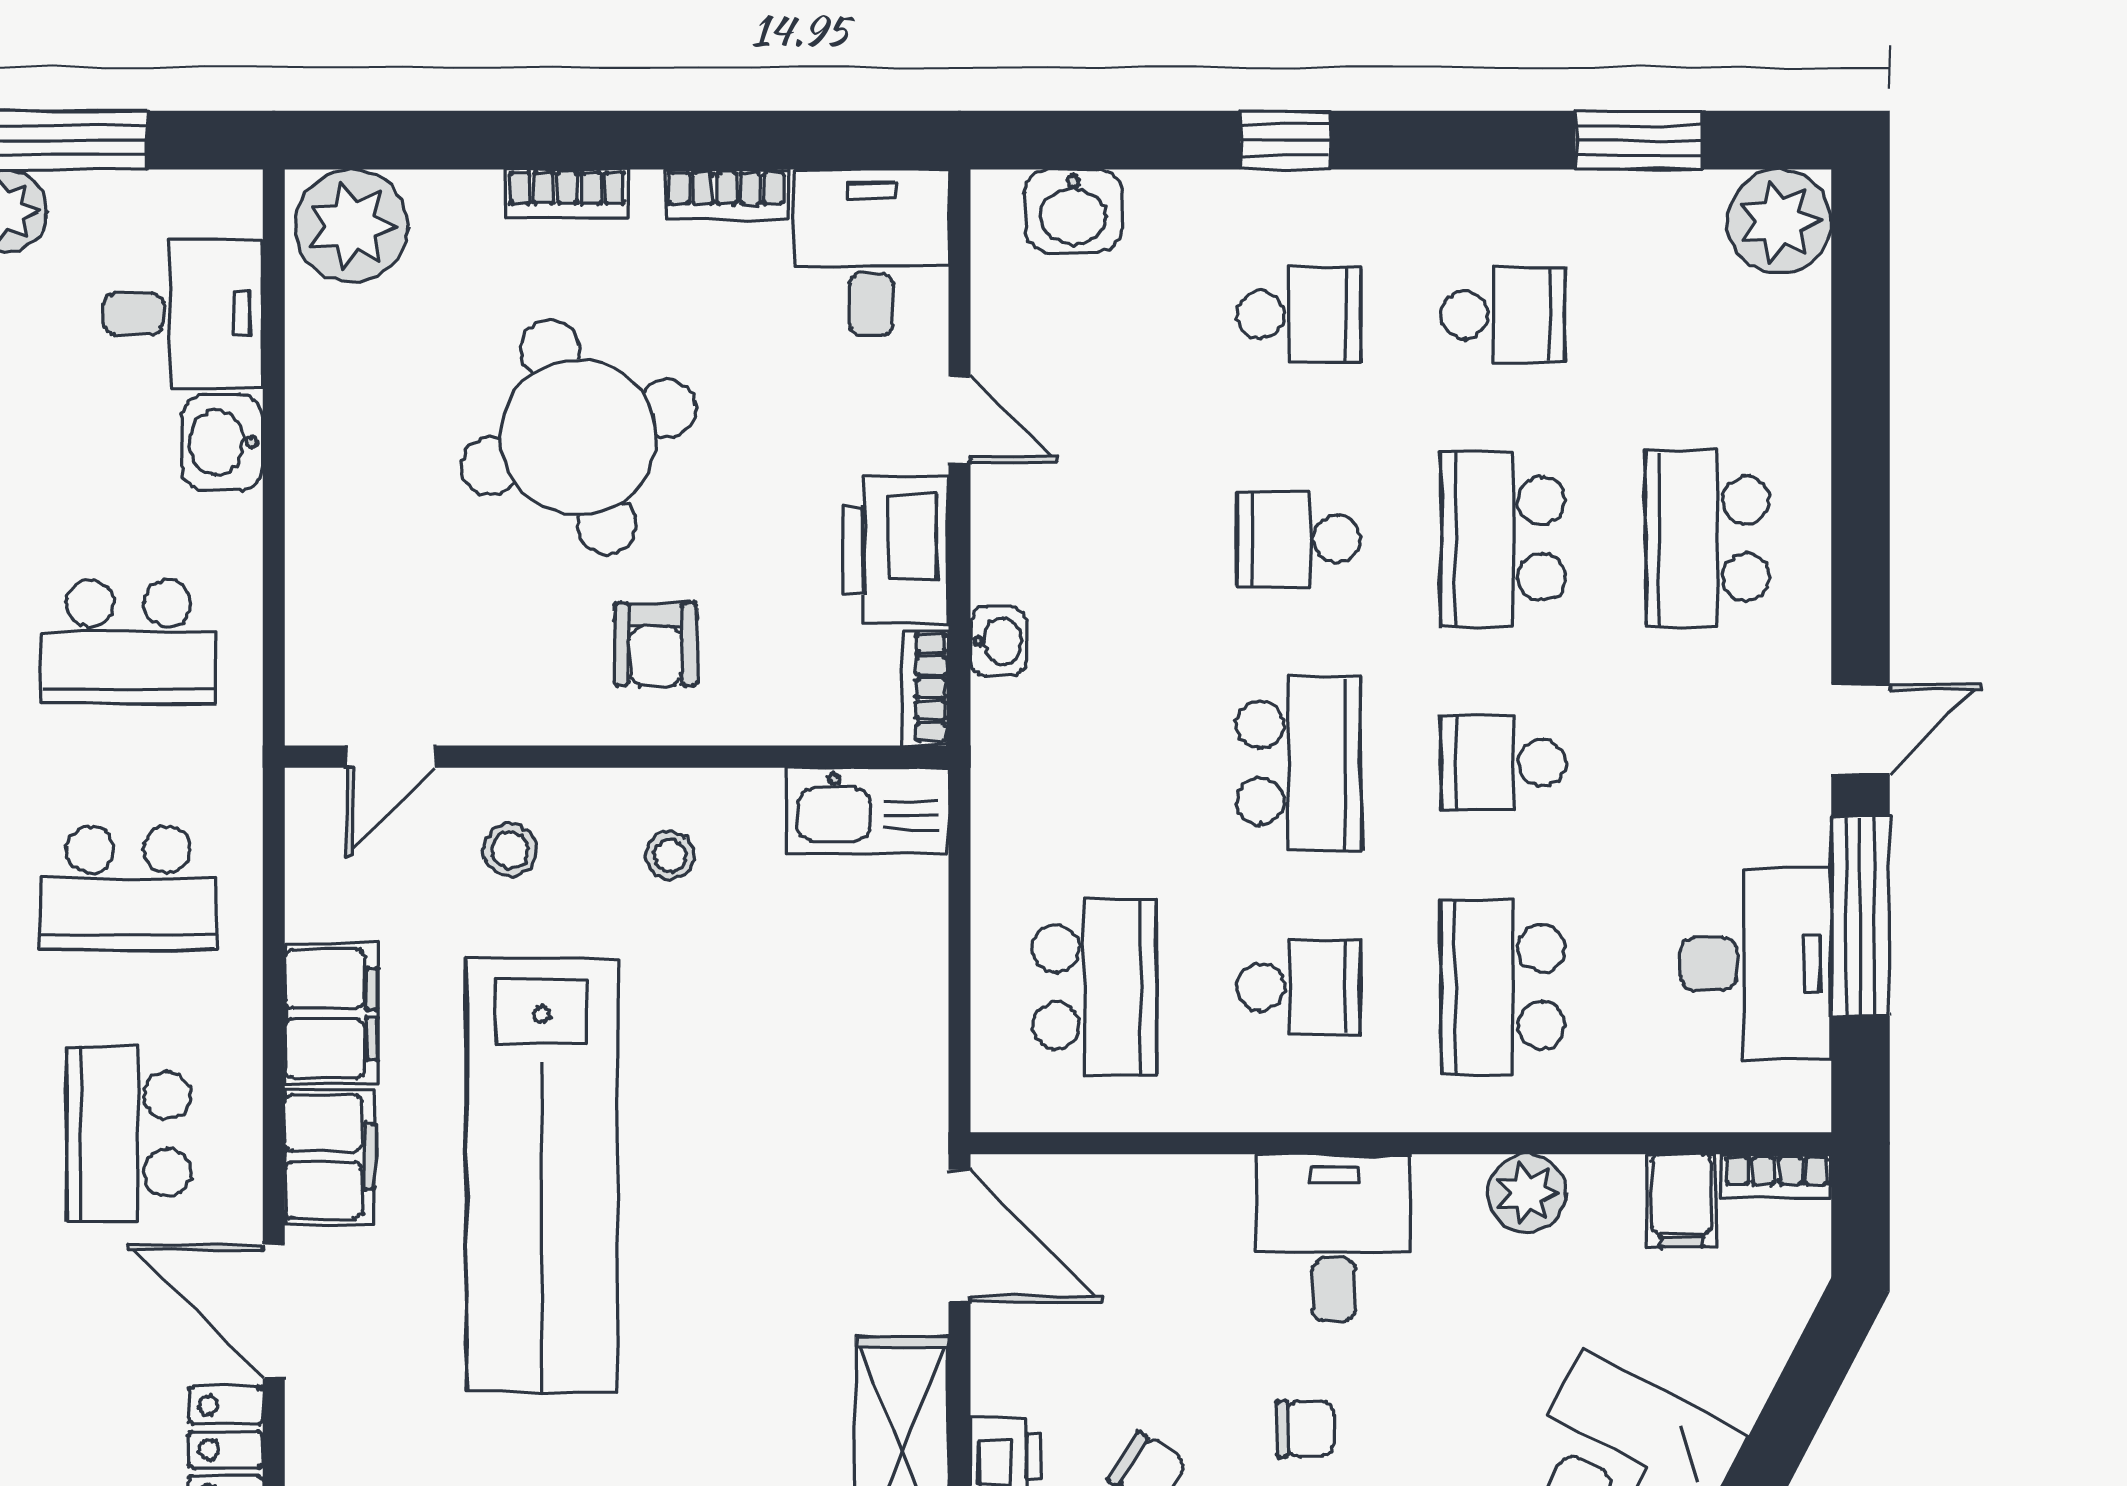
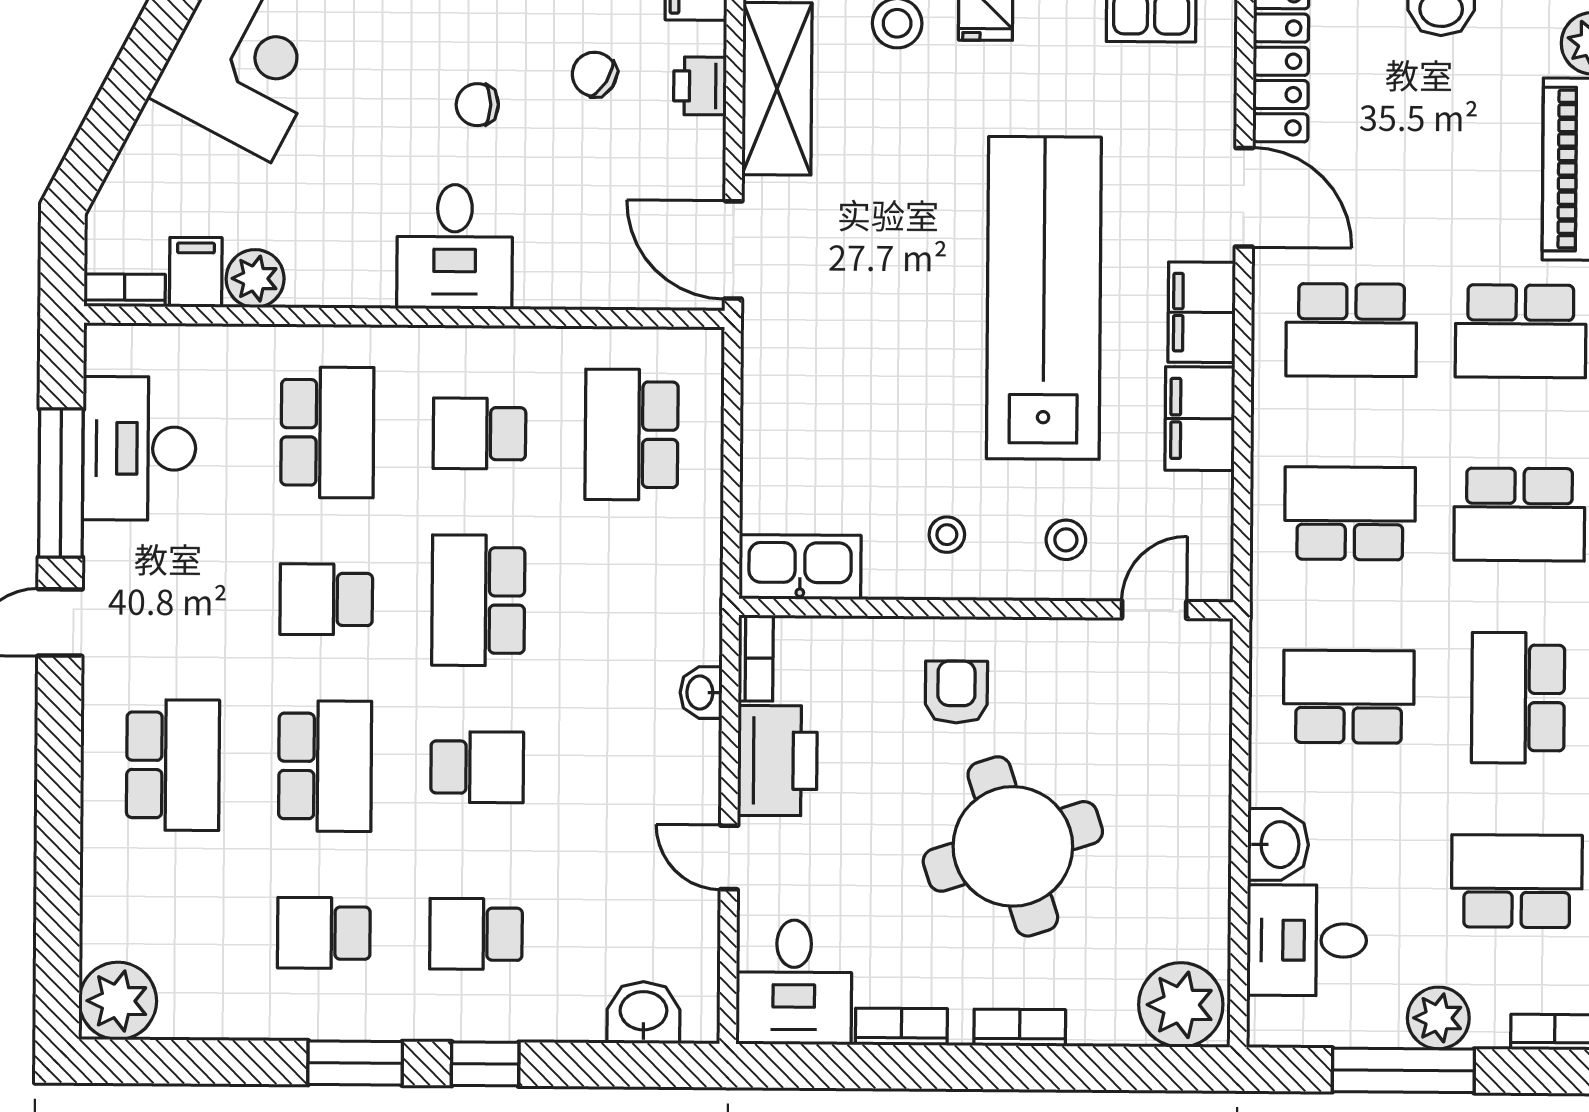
window: (1639, 140) -> (355, 1063), moved
school desk: (1503, 763) -> (326, 599), turned 180
school desk: (129, 1134) -> (1351, 330), turned 90
plant: (1527, 1193) -> (255, 279), moved

